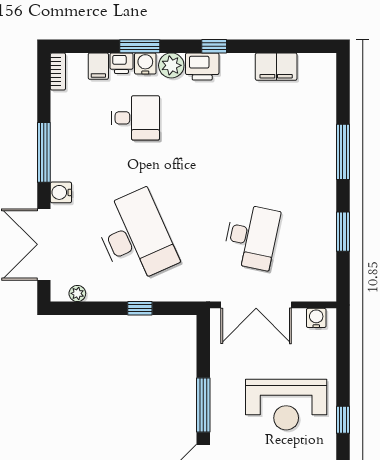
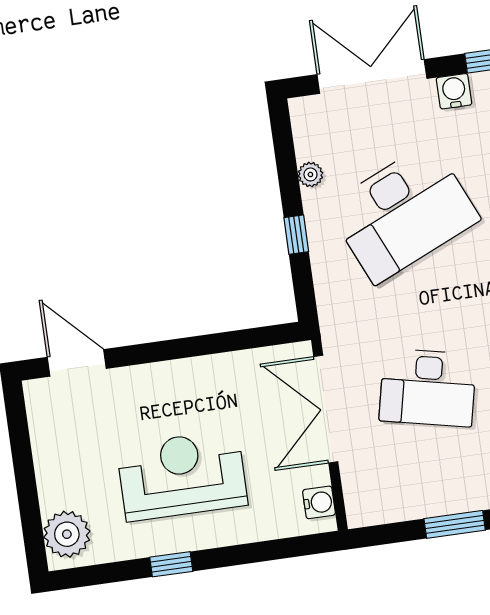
plant: (77, 293) -> (310, 174), moved
window: (203, 405) -> (164, 351), removed
reception desk: (286, 405) -> (182, 475), turned 90

